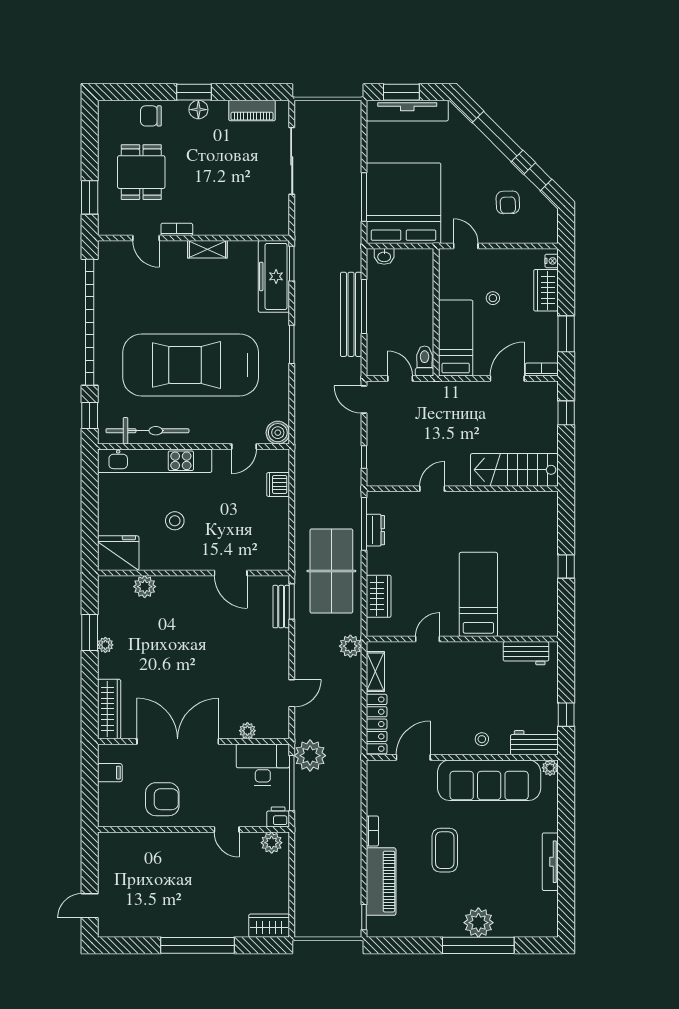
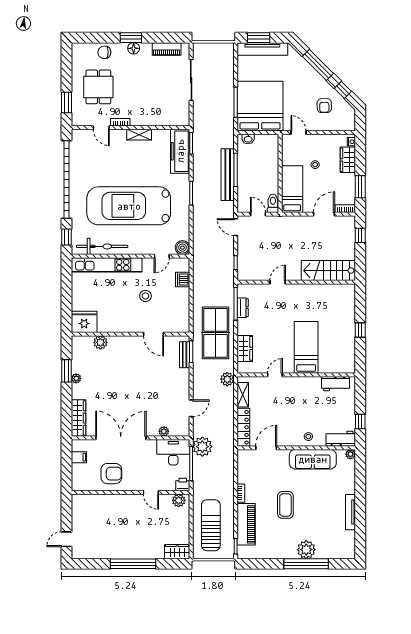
stool: (175, 521) -> (146, 296), moved
sofa: (489, 780) -> (313, 459), width x0.74, depth x0.79
sun lounger: (324, 883) -> (211, 525), added

